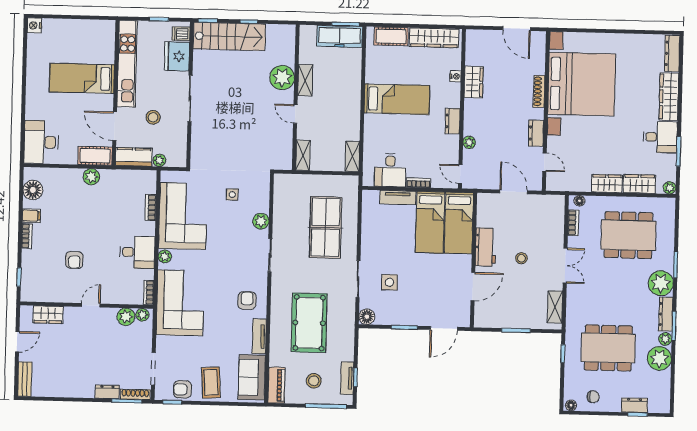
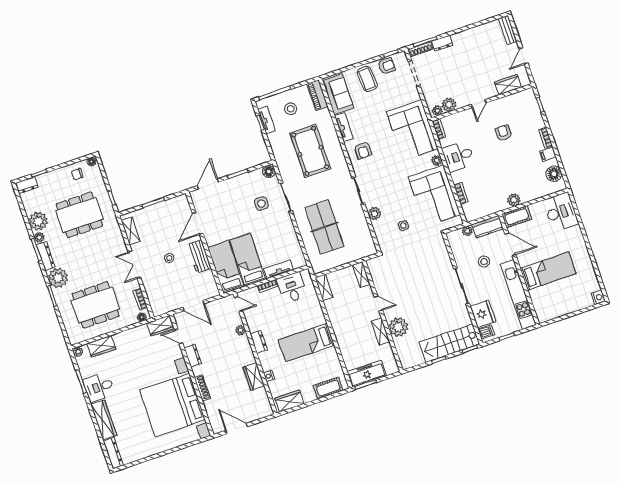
wardrobe: (434, 38) -> (289, 401), width x0.67
wardrobe: (607, 184) -> (161, 326), moved
dresser: (634, 405) -> (27, 185), moved

